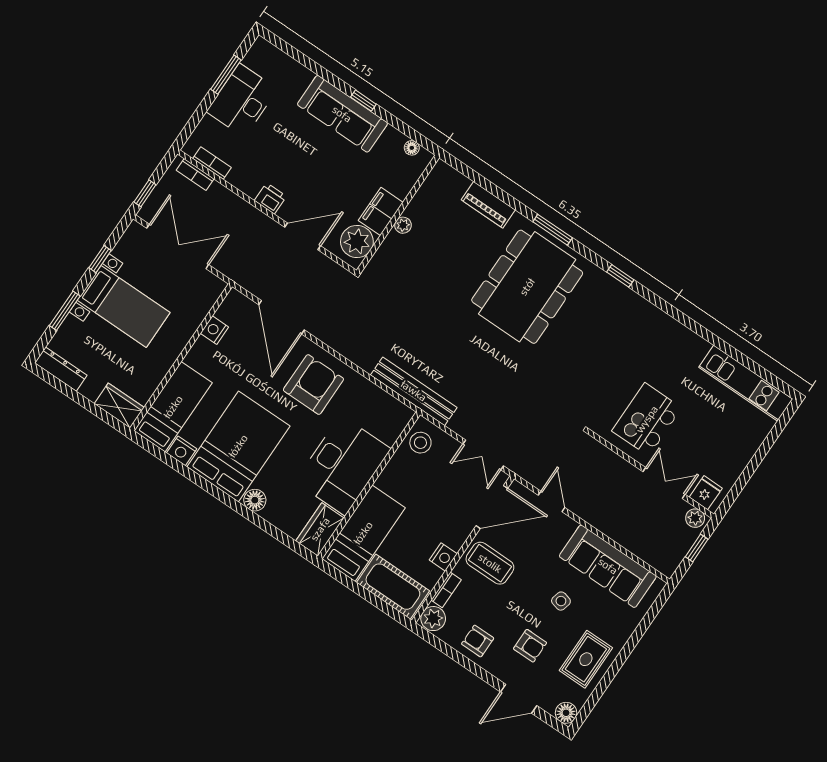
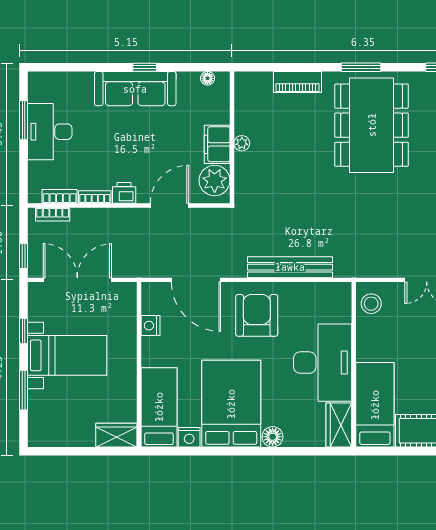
bookcase: (242, 184) -> (95, 197), added
dresser: (61, 369) -> (51, 438), removed
bench: (414, 391) -> (290, 267), moved

